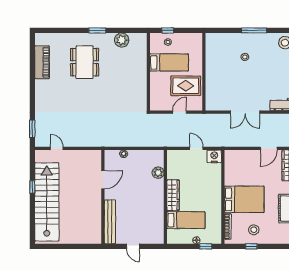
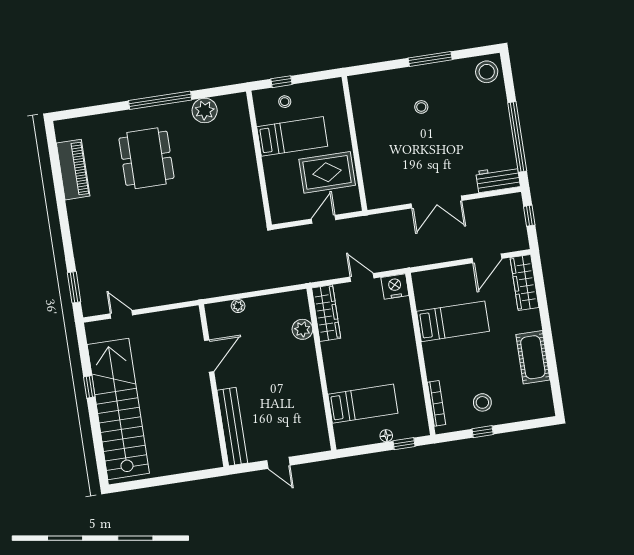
window: (97, 30) -> (160, 100), width x2.11
wardrobe: (173, 195) -> (326, 313), moved
bed: (244, 199) -> (453, 321), moved, width x0.67

